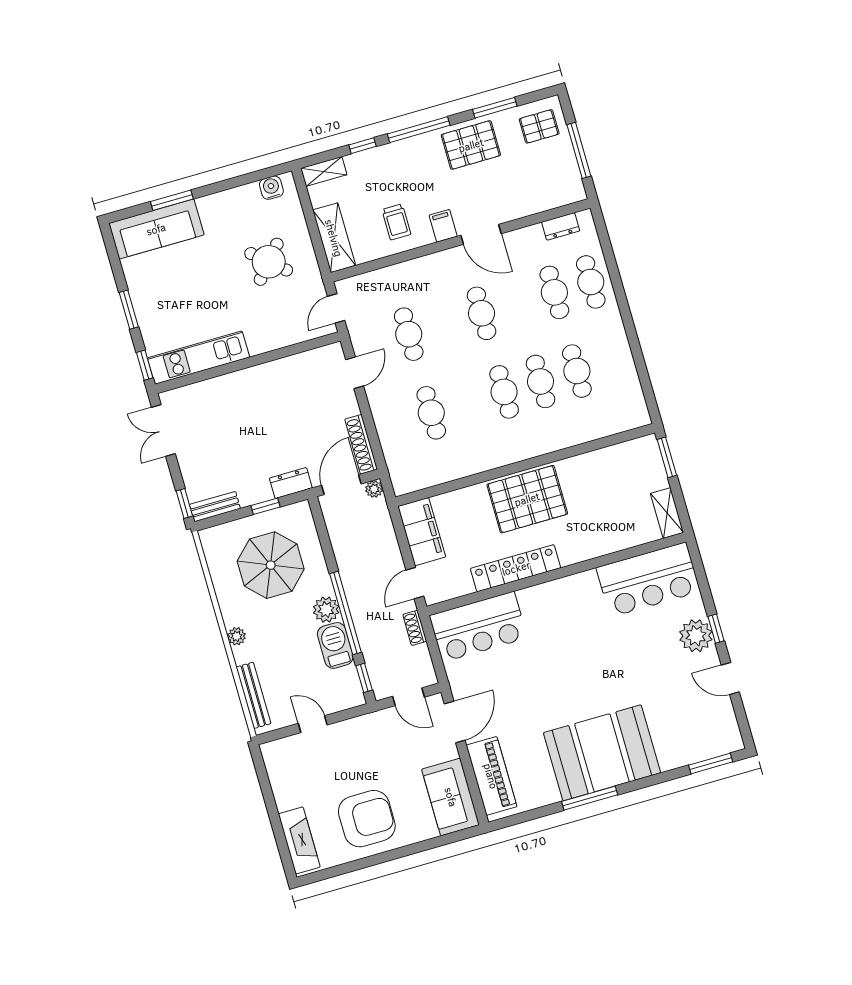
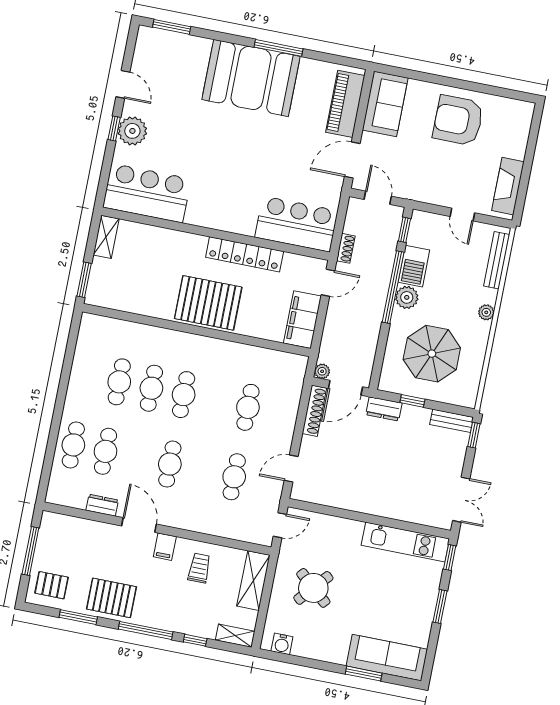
dresser: (561, 226) -> (102, 505), moved
fireplace: (299, 840) -> (508, 186), moved

